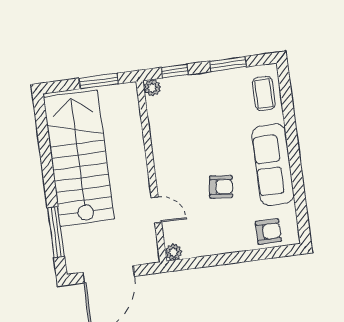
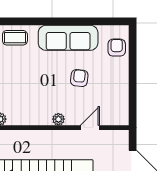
plant: (174, 252) -> (58, 119), moved

